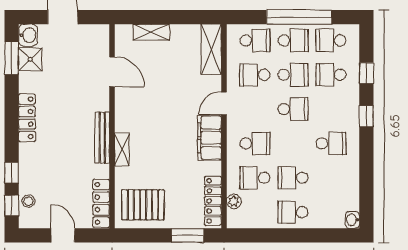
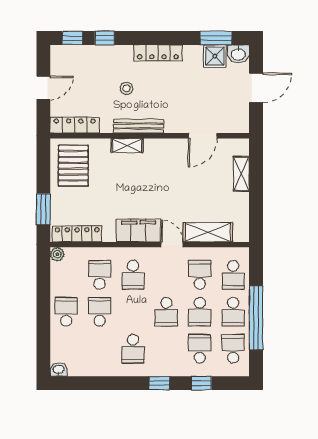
shelving: (211, 49) -> (208, 232), moved
stool: (28, 201) -> (126, 88), moved
plant: (234, 201) -> (57, 254), moved

